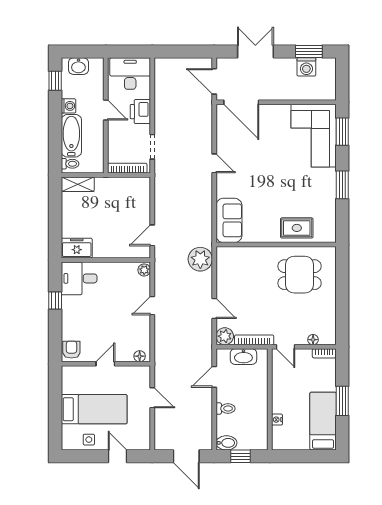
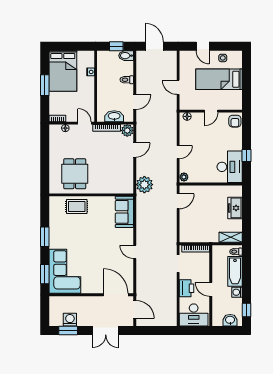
freezer: (77, 248) -> (235, 208), moved, turned 90
dining table: (300, 275) -> (75, 174), turned 90
desk: (79, 278) -> (230, 167), width x1.37
door: (214, 308) -> (135, 150), swing flipped
bed: (323, 421) -> (63, 71), width x1.50

